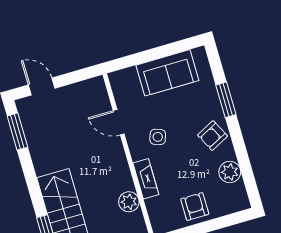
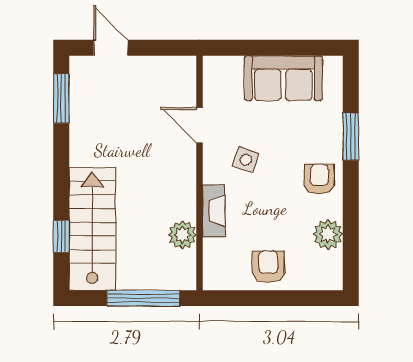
armchair: (213, 136) -> (319, 179), turned 117

